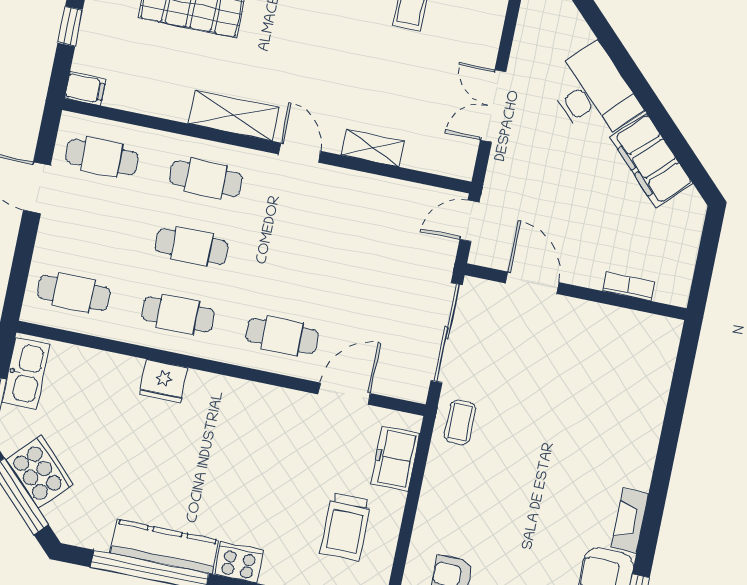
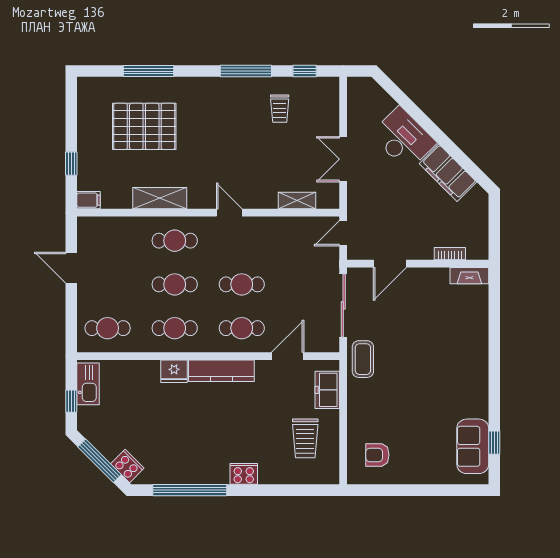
shelving: (234, 116) -> (160, 198), moved
shelving: (373, 148) -> (297, 201), moved
cafe table: (102, 157) -> (242, 284), moved
door: (532, 283) -> (390, 264), swing flipped
coffee table: (460, 422) -> (363, 359), width x1.36, depth x1.30
cooker: (40, 472) -> (127, 466), moved, width x0.73, depth x0.76
fireplace: (630, 520) -> (469, 276), moved, turned -90
kitchen counter: (165, 547) -> (221, 371), moved, turned 180

